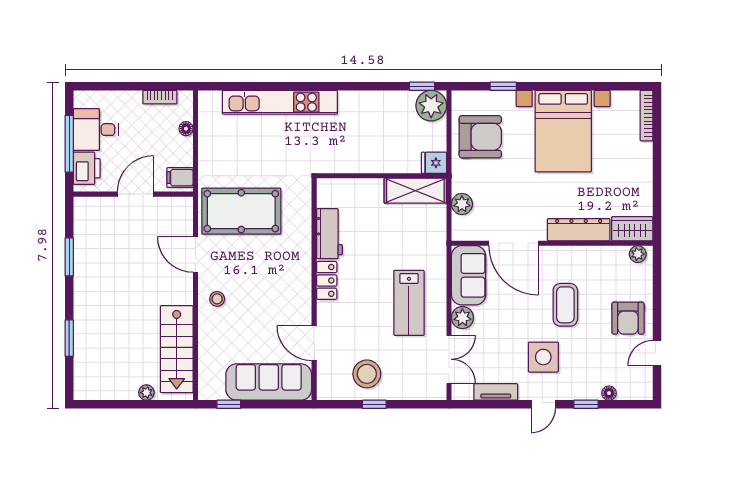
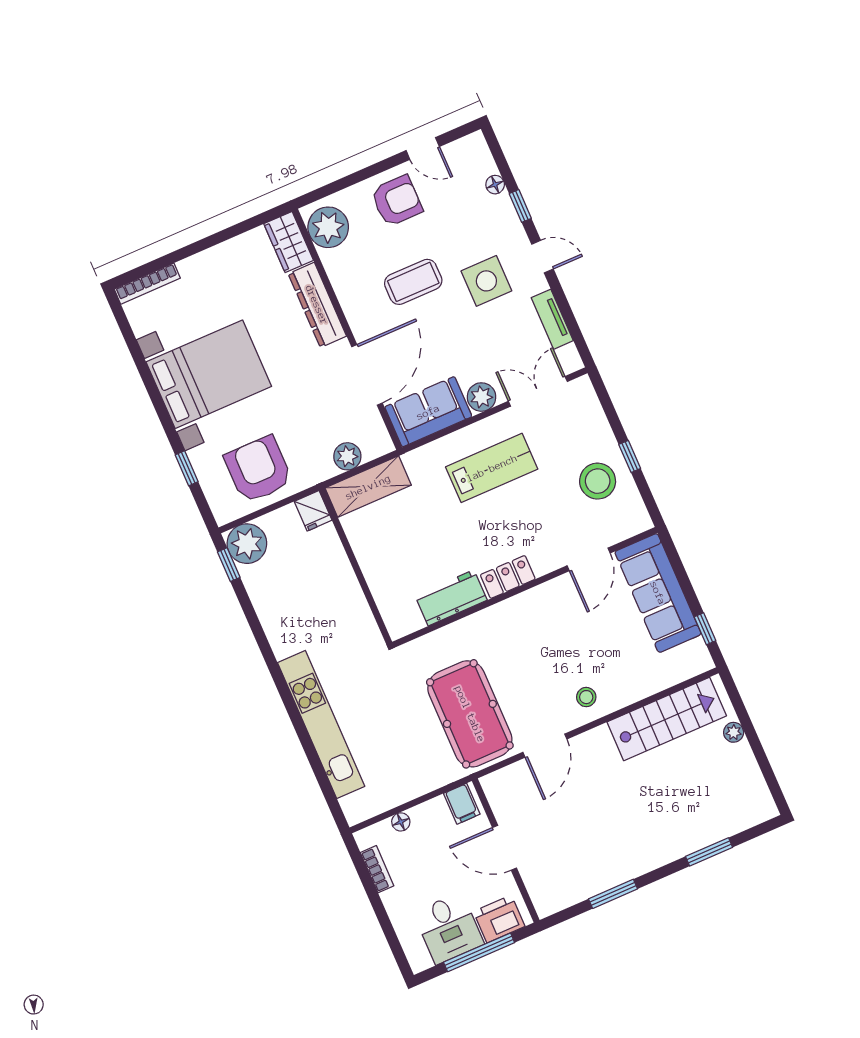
shelving: (415, 191) -> (368, 487), moved, turned 90
plant: (638, 254) -> (328, 227), width x1.87, depth x1.87

